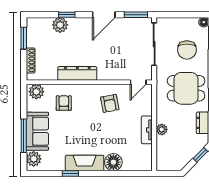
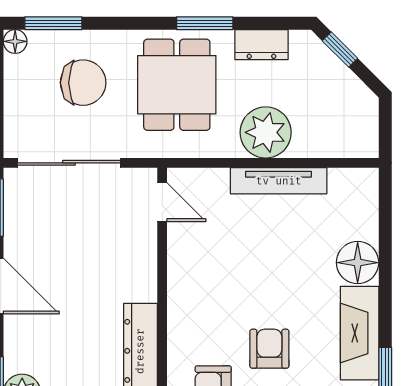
armchair: (110, 103) -> (269, 349), moved, turned -79
plant: (162, 129) -> (266, 132), width x1.87, depth x1.87
tv unit: (147, 130) -> (279, 181), width x1.41

